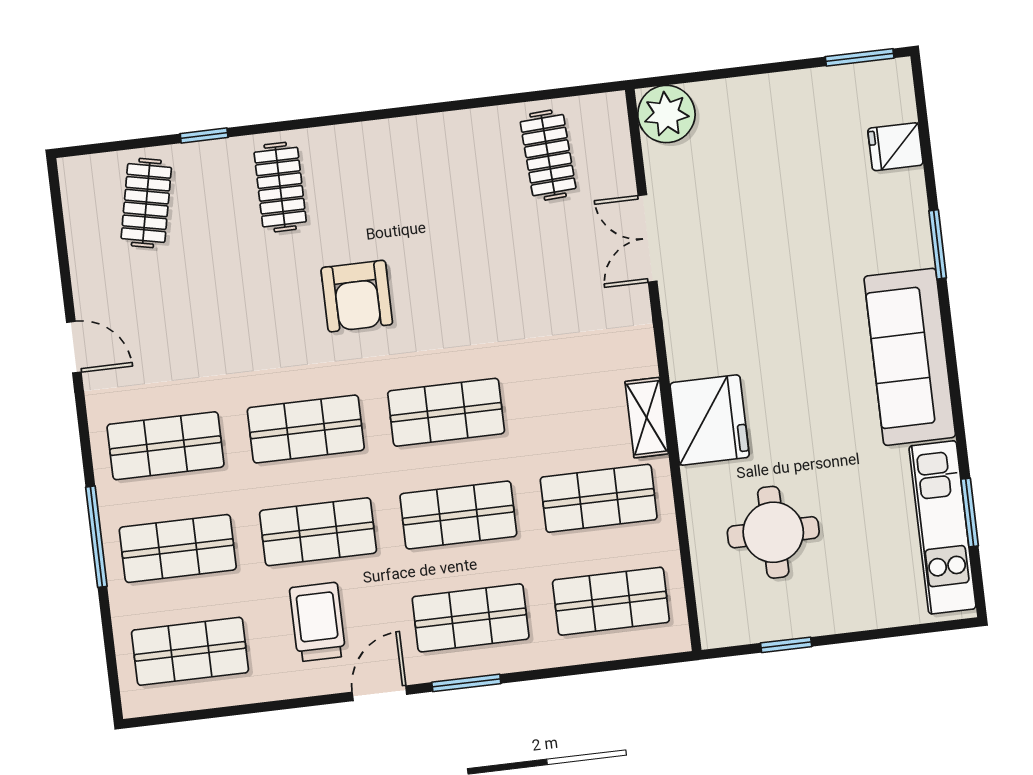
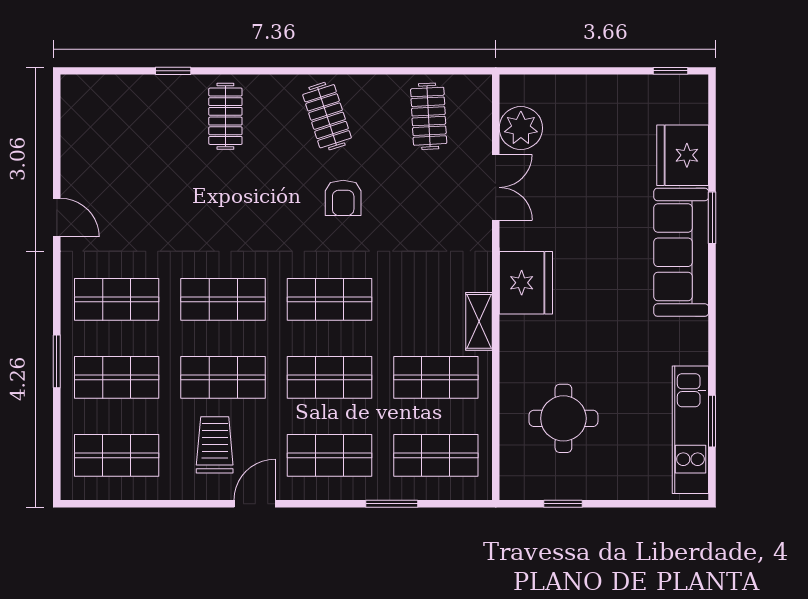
window: (860, 57) -> (670, 71), width x0.67
plant: (666, 114) -> (521, 128), moved
fridge: (895, 147) -> (683, 155), width x1.88, depth x1.34
clothes rail: (146, 203) -> (327, 116), moved, turned -30
double door: (648, 238) -> (496, 187), swing flipped
armchair: (357, 296) -> (343, 198), moved, width x0.72, depth x0.72
sofa: (910, 357) -> (681, 252), moved
fridge: (710, 420) -> (526, 283), moved
window: (96, 537) -> (57, 361), width x0.69
window: (466, 683) -> (392, 504), moved

